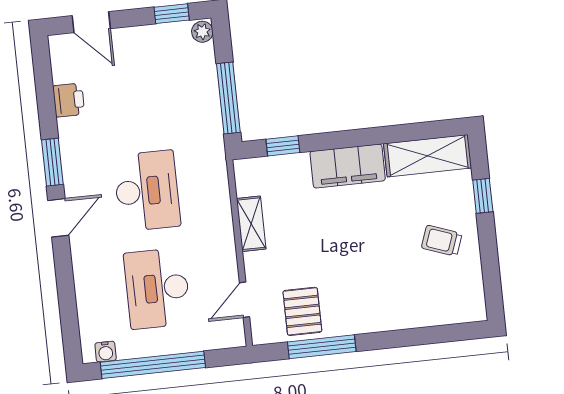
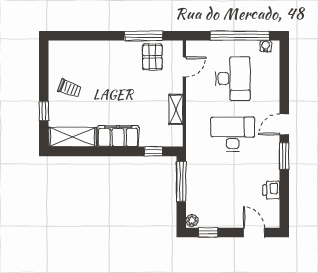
desk: (147, 191) -> (233, 134), turned 90

